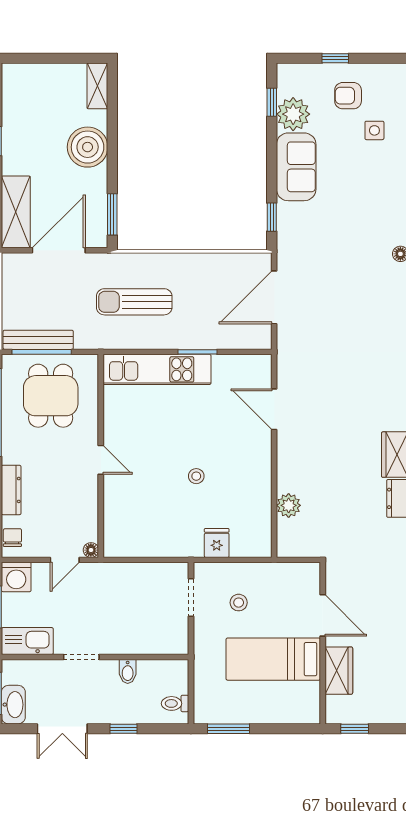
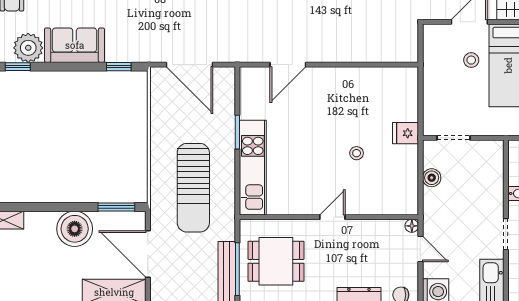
boiler: (88, 147) -> (75, 229), moved
sun lounger: (134, 302) -> (193, 188), width x1.36, depth x1.34
stool: (196, 476) -> (357, 153), moved
plant: (289, 505) -> (373, 52), removed
fridge: (217, 543) -> (406, 133), moved
boiler: (146, 573) -> (432, 178), added
stool: (239, 603) -> (471, 60), moved

